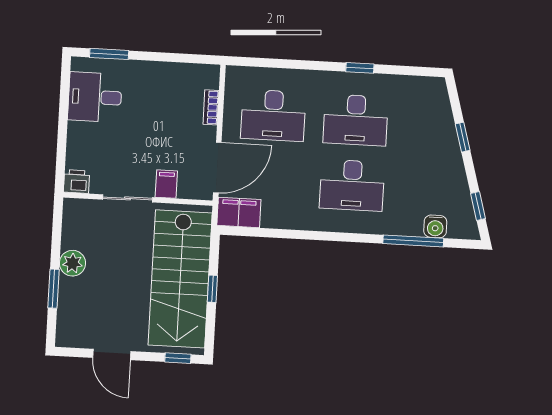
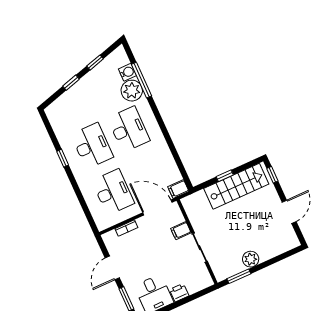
door: (164, 57) -> (112, 268), added
printer: (77, 181) -> (179, 293), moved, turned 90
window: (478, 206) -> (95, 62), moved
filing cabinet: (239, 212) -> (178, 189), width x0.50
plant: (405, 219) -> (132, 91), added
stairs: (180, 279) -> (236, 186), width x0.73, depth x0.66
window: (54, 289) -> (239, 276), moved

